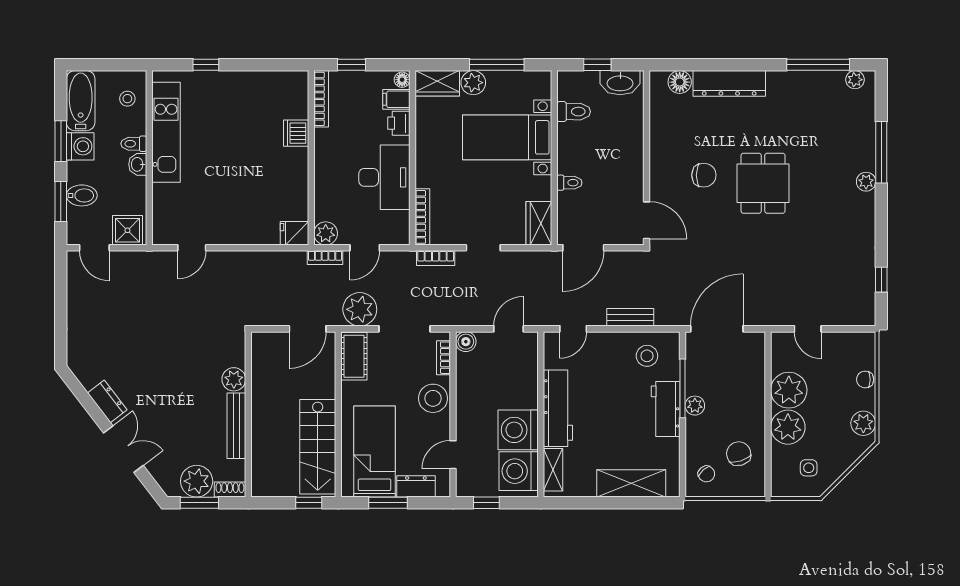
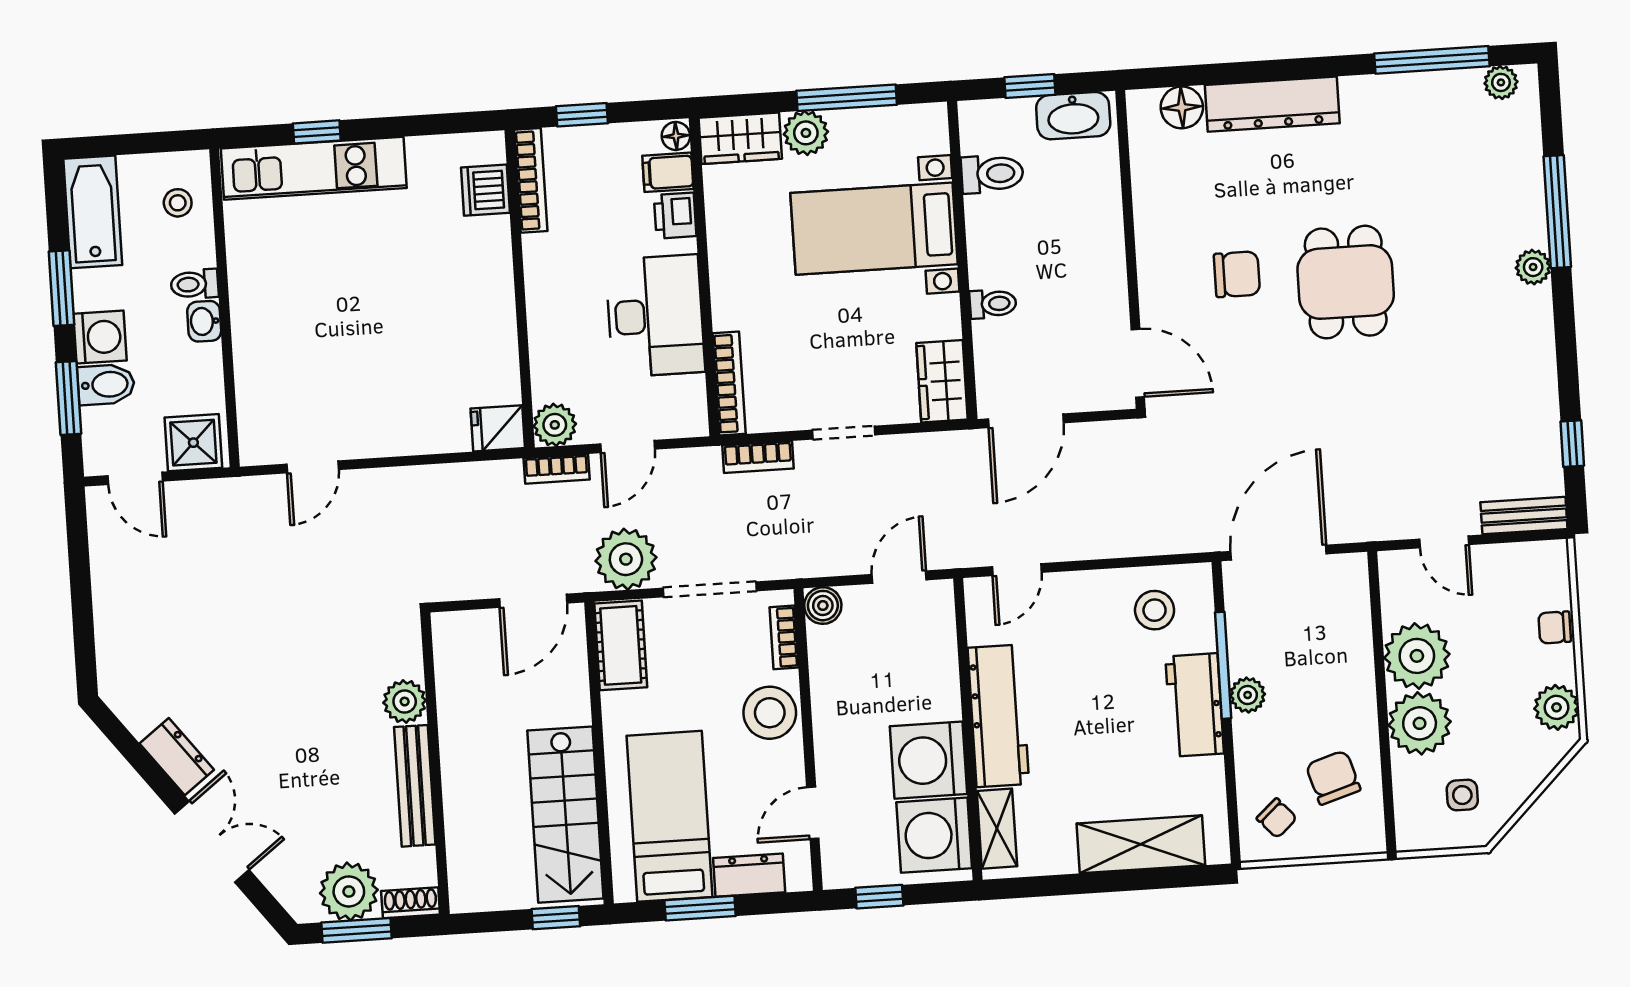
kitchen unit: (166, 132) -> (314, 168), moved, turned 90
dishwasher: (296, 133) -> (485, 190), moved
washing machine: (80, 146) -> (100, 337), moved
bench: (630, 317) -> (1524, 516), moved

